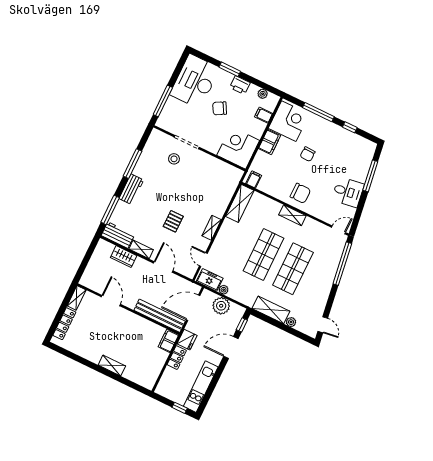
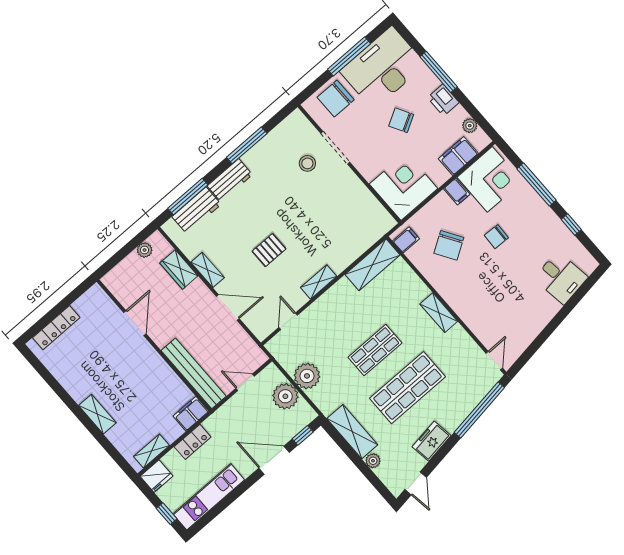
window: (230, 69) -> (439, 72), width x1.44
window: (163, 101) -> (349, 56), moved
chair: (174, 112) -> (336, 99), added
filing cabinet: (264, 115) -> (458, 156), width x2.00
filing cabinet: (269, 142) -> (457, 192), width x0.50
window: (370, 176) -> (571, 304), removed
desk: (348, 192) -> (561, 278), moved
chair: (300, 193) -> (449, 245), moved, turned 58
door: (338, 230) -> (494, 361), hinge flipped
workbench: (118, 235) -> (196, 210), moved, turned 90
plant: (98, 254) -> (145, 250), added
shop shelf: (263, 254) -> (375, 350), width x0.70, depth x0.74
door: (163, 267) -> (228, 307), hinge flipped
freezer: (210, 280) -> (432, 441), moved, turned -98
plant: (224, 290) -> (307, 376), width x1.87, depth x1.87
shelving: (77, 298) -> (152, 451), moved
door: (193, 308) -> (245, 382), width x0.53
fridge: (187, 340) -> (157, 476), moved

